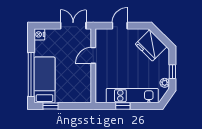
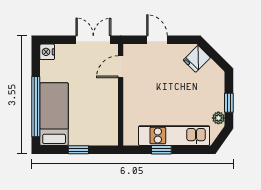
door: (120, 26) -> (157, 40), hinge flipped
fridge: (151, 45) -> (197, 59), width x0.53, depth x0.75
door: (93, 55) -> (121, 67), moved
window: (50, 106) -> (78, 150), moved

